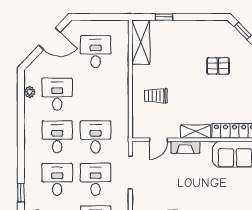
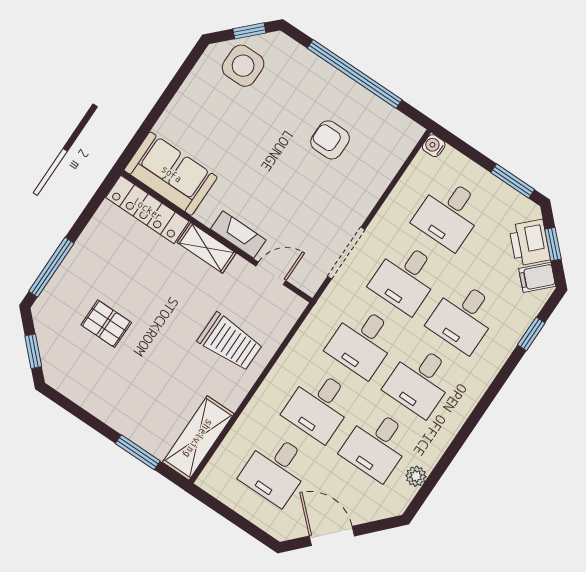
window: (164, 17) -> (138, 452), width x1.50
desk: (96, 94) -> (319, 406), added
trolley: (156, 96) -> (230, 342), width x1.36, depth x1.39

